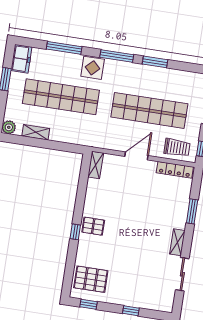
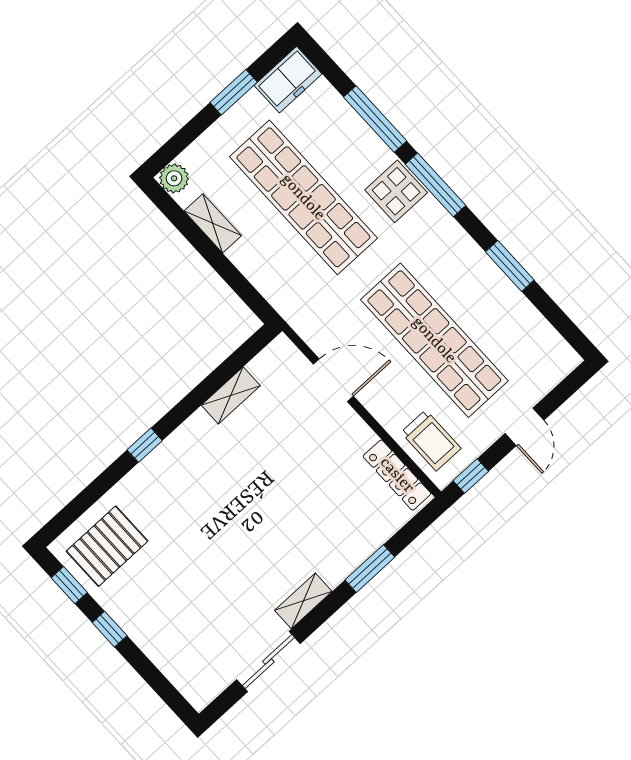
window: (117, 56) -> (435, 185), moved
door: (136, 156) -> (333, 380), moved
shelving: (96, 165) -> (231, 395), moved
pallet: (93, 226) -> (183, 460), removed
pallet: (91, 279) -> (107, 546), turned 90
window: (131, 311) -> (110, 629), moved

